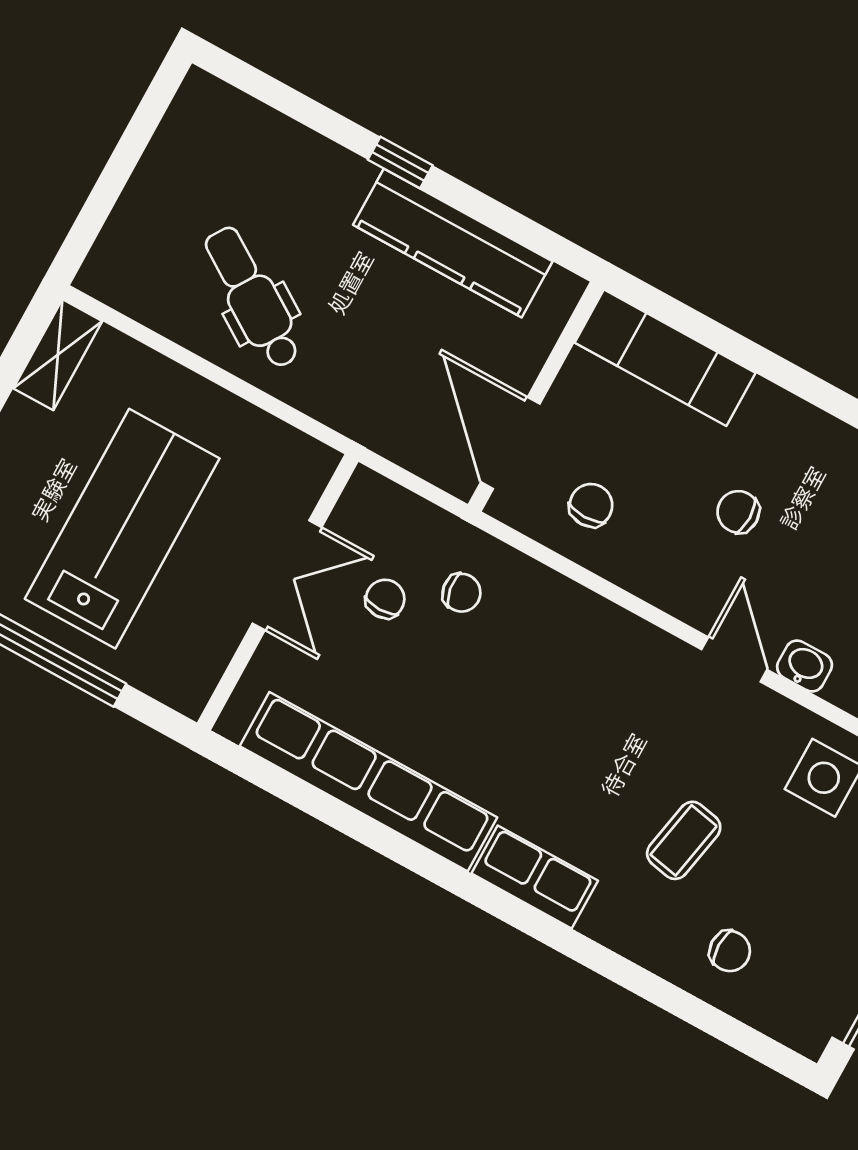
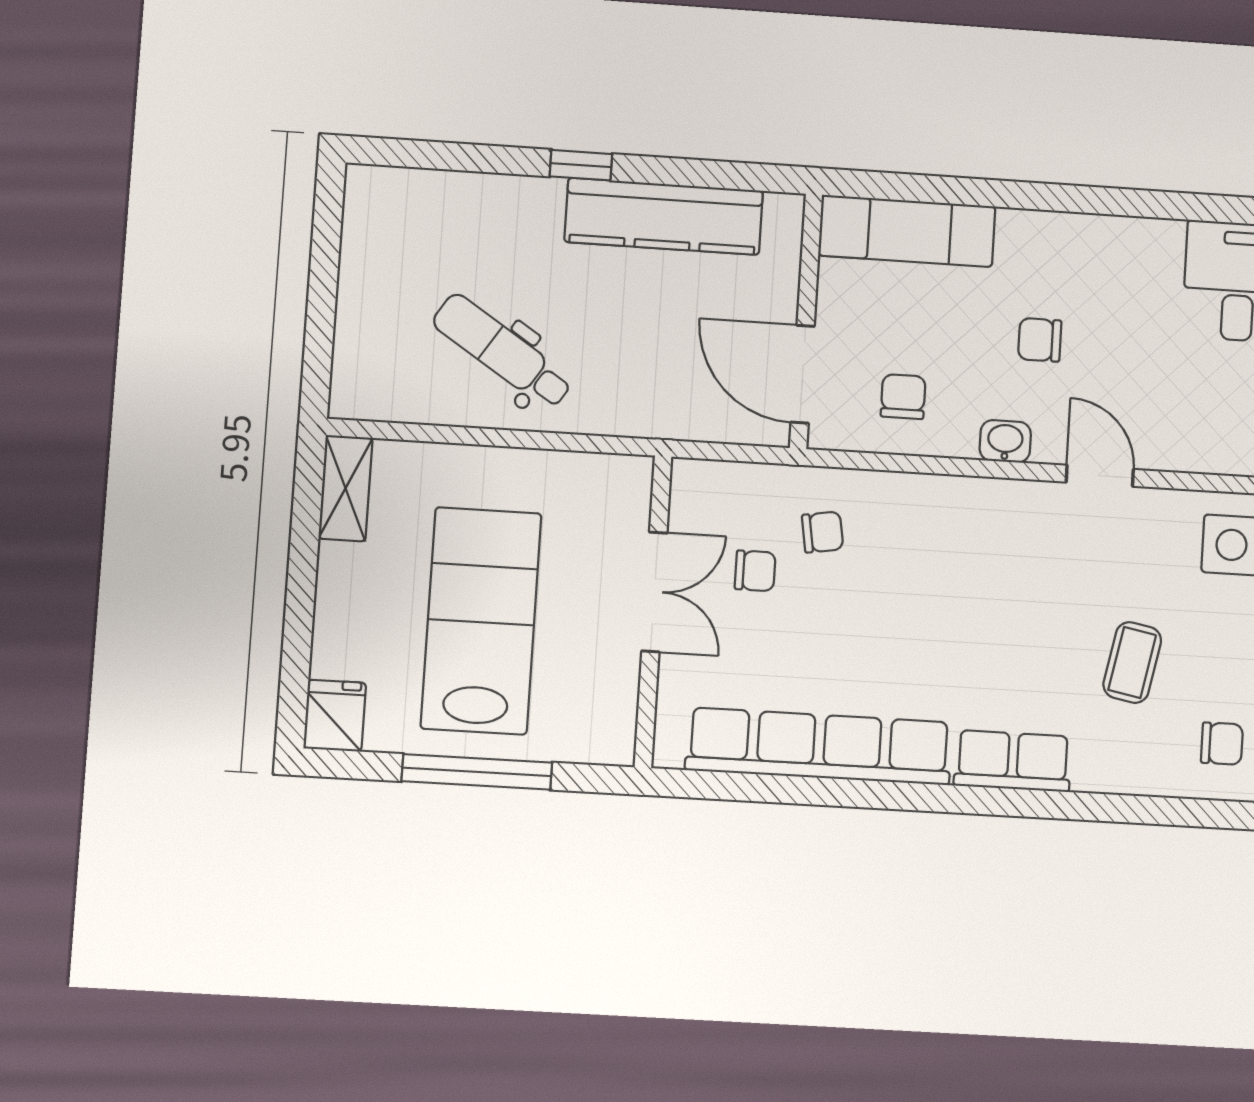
chair: (385, 599) -> (755, 571), turned 90
washbasin: (805, 666) -> (1005, 441), moved

